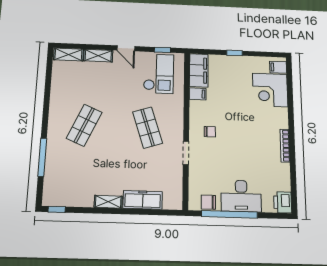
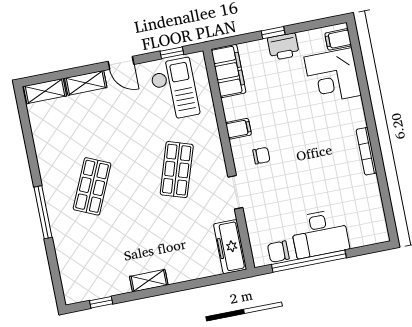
filing cabinet: (198, 94) -> (239, 129), moved
shop shelf: (148, 128) -> (177, 170), turned 36
window: (42, 157) -> (43, 212), moved
freezer: (143, 200) -> (230, 247), moved, turned -90
printer: (283, 202) -> (283, 47), moved, turned -90
window: (57, 209) -> (101, 302), moved

